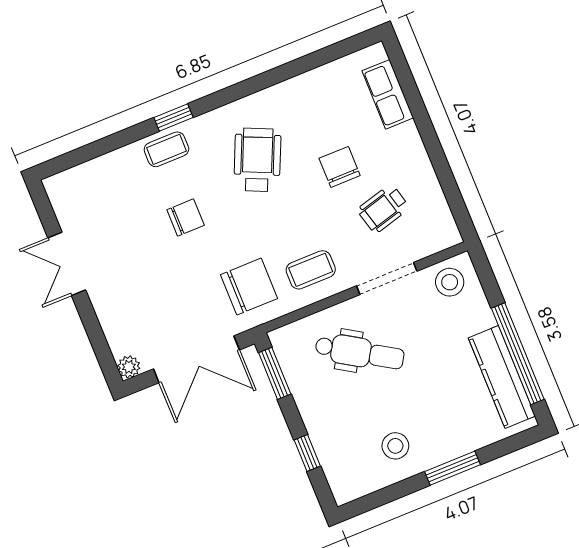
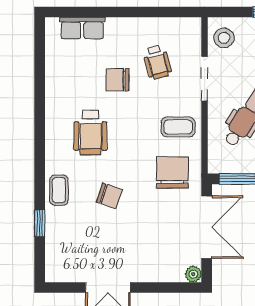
window: (174, 118) -> (40, 223), moved
wheelchair: (257, 160) -> (90, 133), turned -114
chair: (186, 218) -> (109, 196), turned 109
coffee table: (311, 270) -> (178, 127), turned 90

